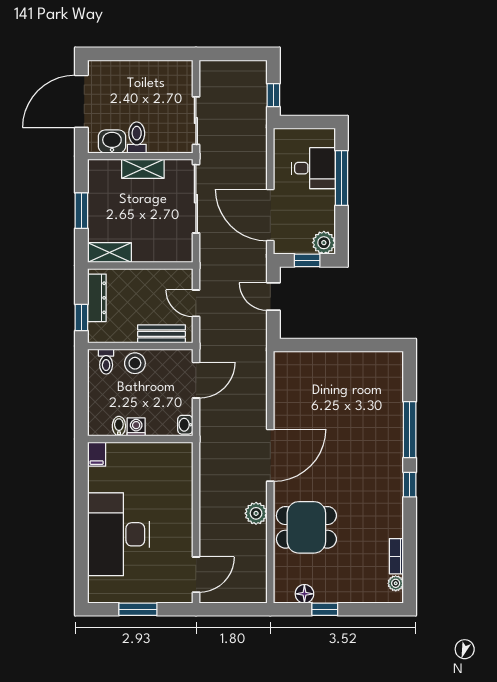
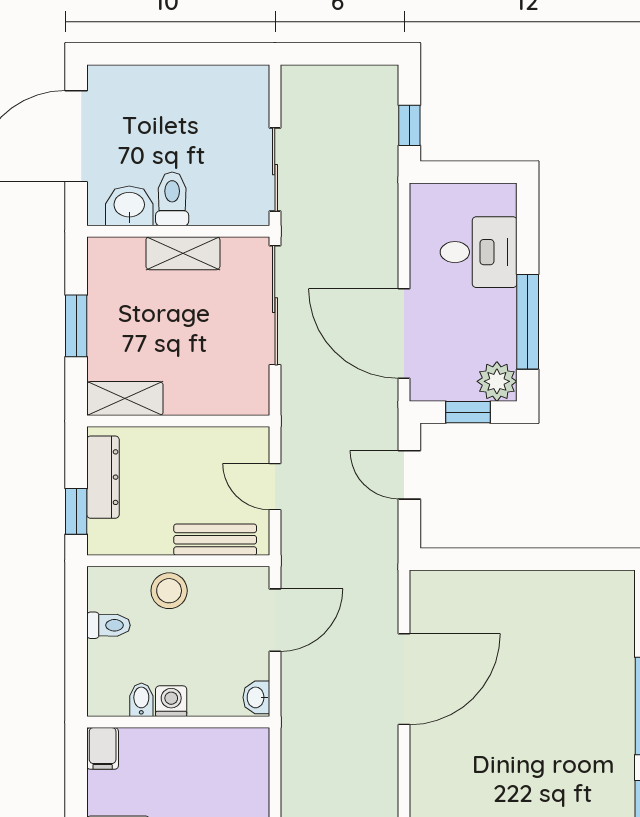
window: (341, 178) -> (528, 322), moved
toilet: (106, 362) -> (108, 625), moved, turned -90
door: (270, 455) -> (404, 679), moved

